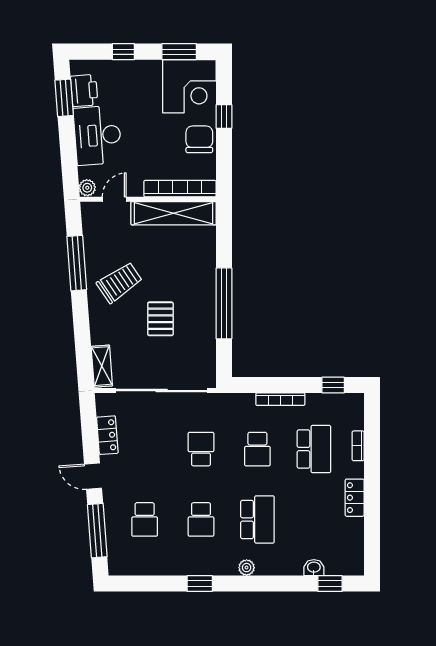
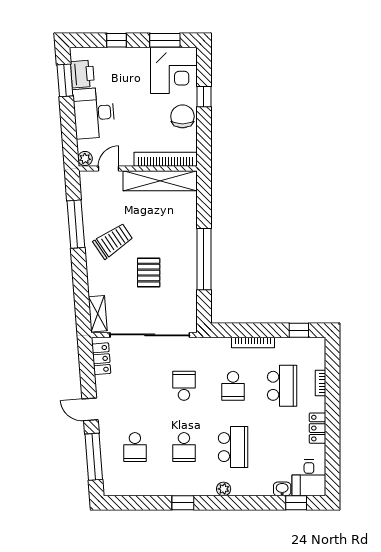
locker: (107, 435) -> (101, 359), moved
desk: (345, 555) -> (309, 478), added

